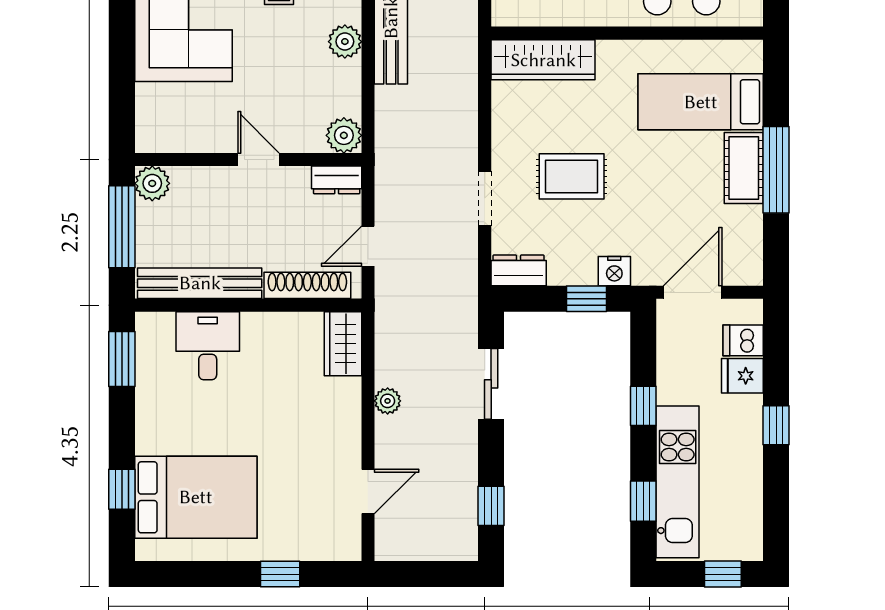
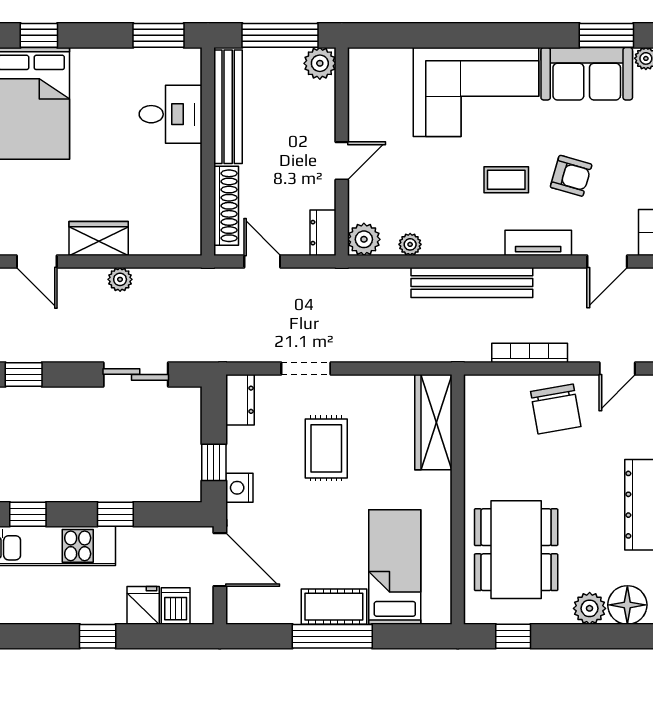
plant: (345, 42) -> (410, 244), moved, width x0.73, depth x0.73
wardrobe: (343, 344) -> (99, 238), moved

